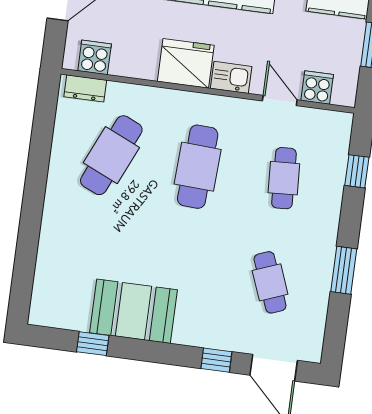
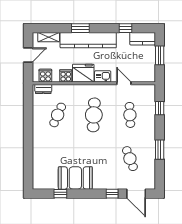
cooker: (317, 88) -> (66, 76), moved
cafe table: (111, 155) -> (58, 115), width x0.73, depth x0.74

